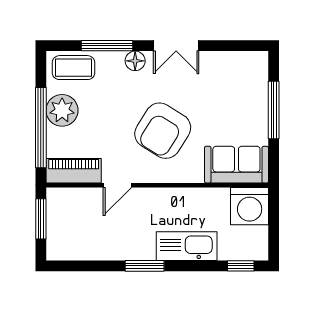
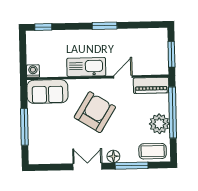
washing machine: (250, 206) -> (33, 71), width x0.53, depth x0.53
kitchen sink: (187, 246) -> (86, 67), moved, turned 180

